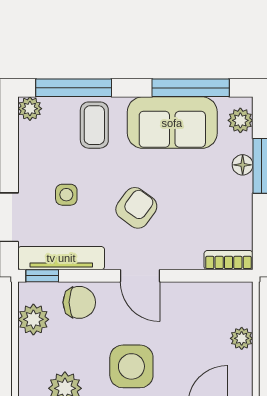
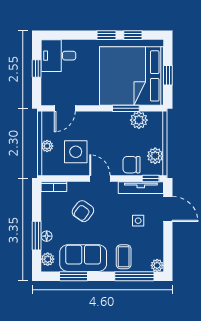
window: (191, 88) -> (74, 276), width x0.69
armchair: (136, 208) -> (83, 211), moved
side table: (131, 366) -> (76, 152), moved

